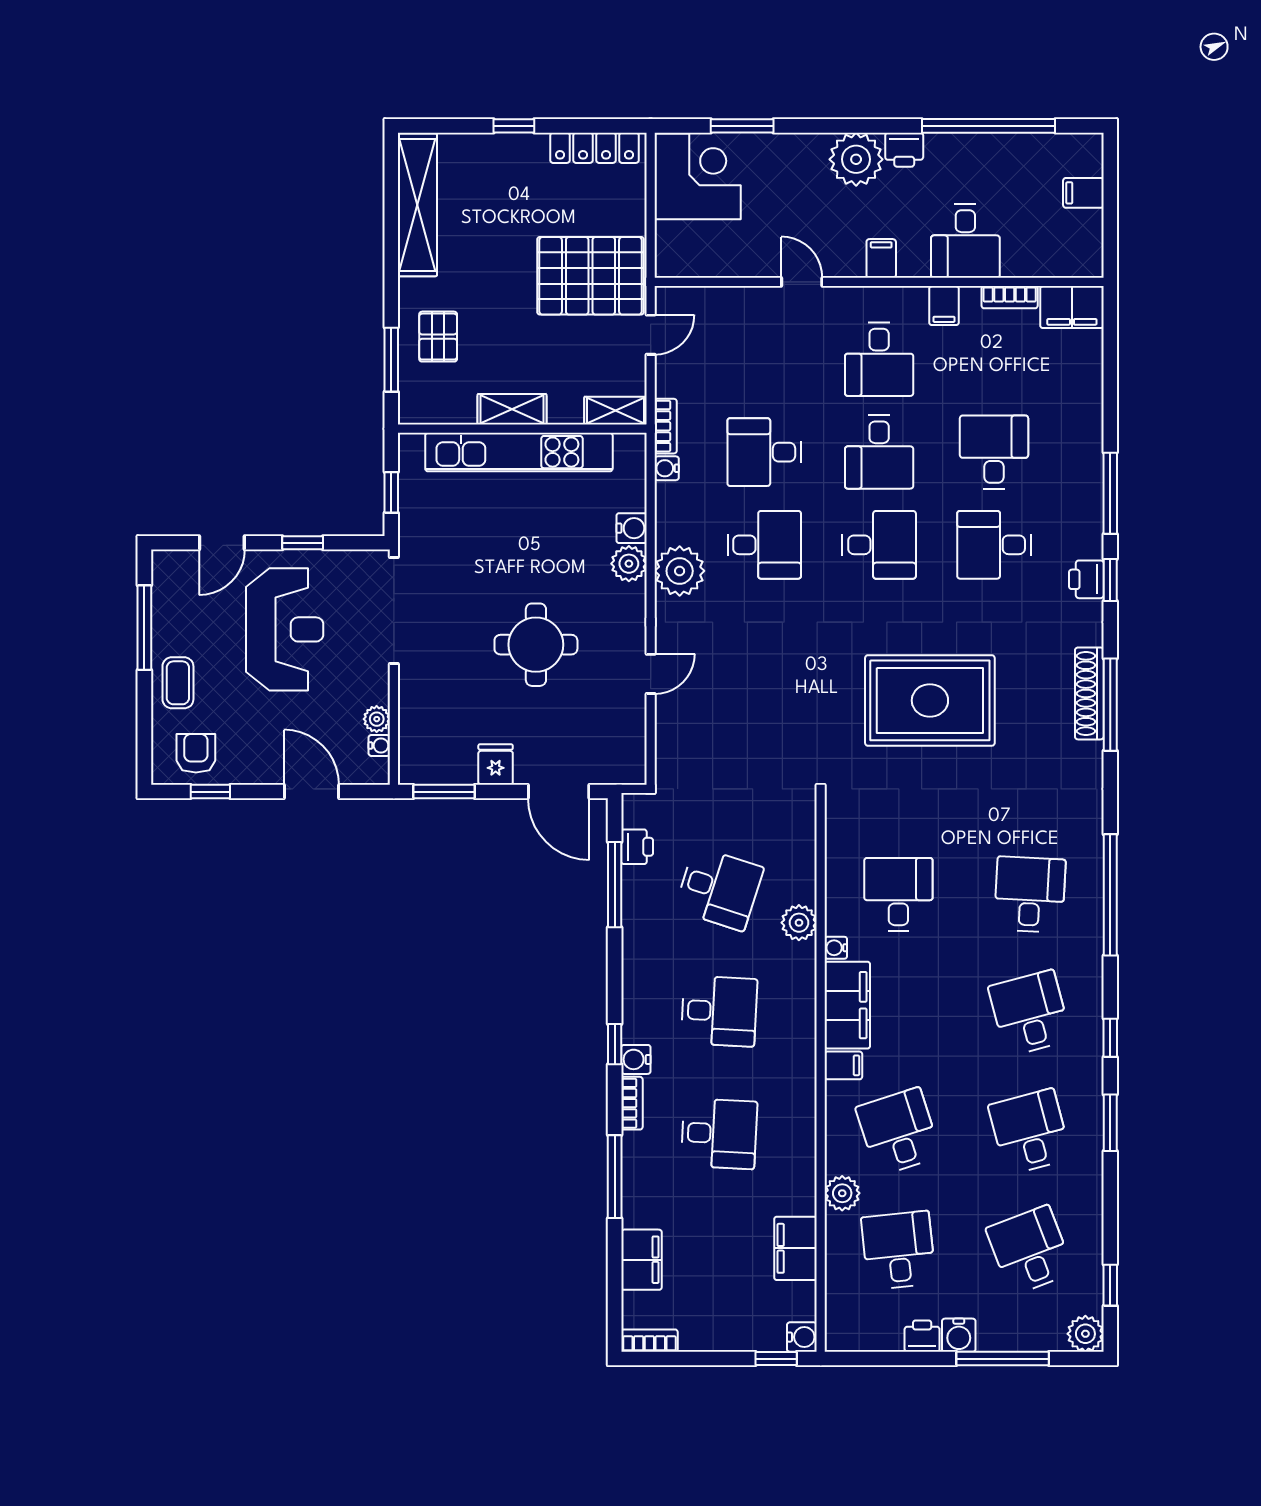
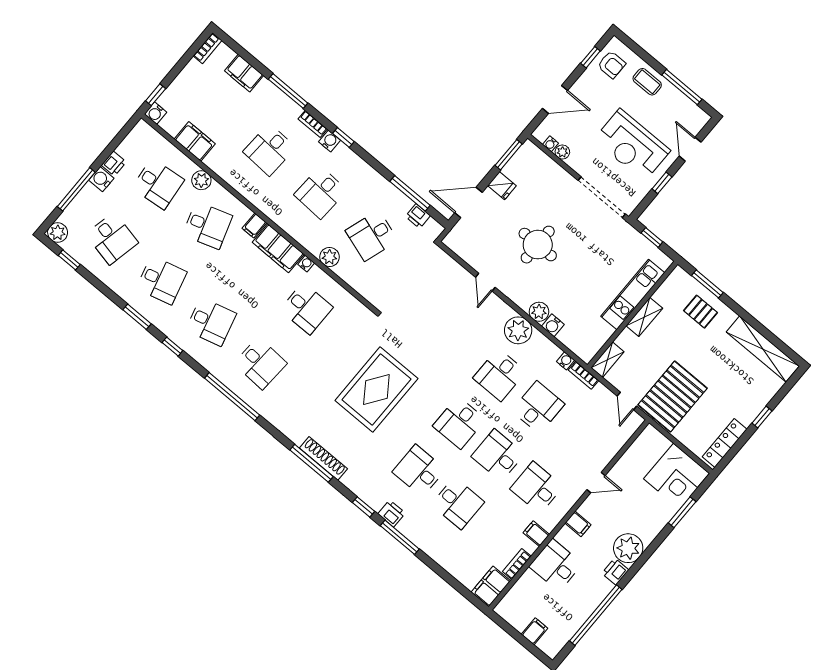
kitchen unit: (519, 452) -> (633, 294), width x0.73
desk: (994, 545) -> (419, 471), turned -90
printer: (1086, 579) -> (392, 513), moved
desk: (1030, 1250) -> (112, 239), turned 33

